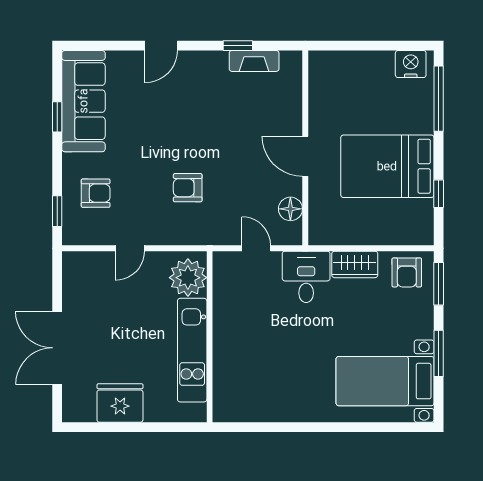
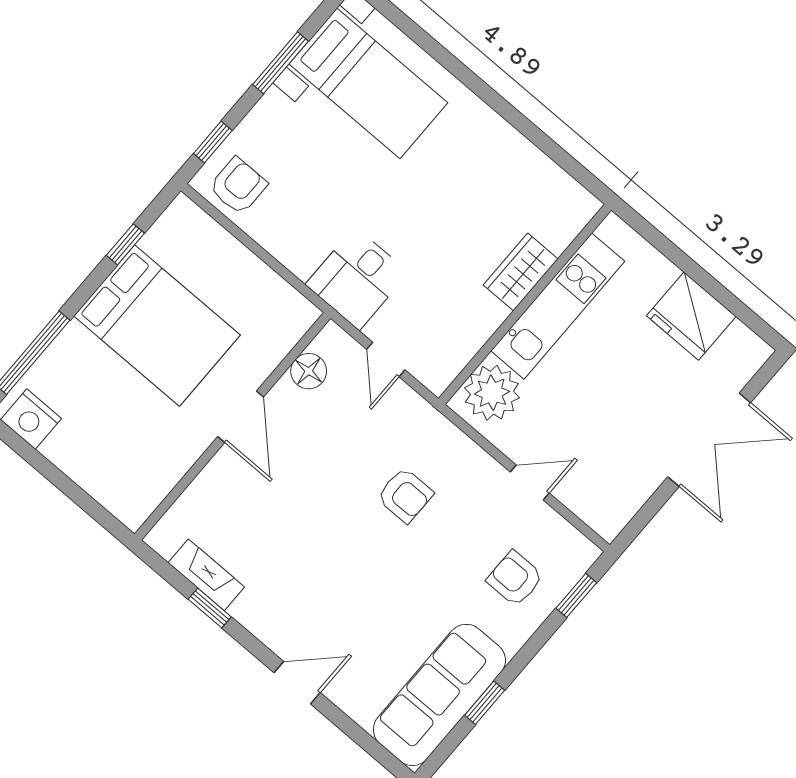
wardrobe: (355, 264) -> (521, 272), moved, turned -90
window: (439, 284) -> (213, 142), width x0.67

